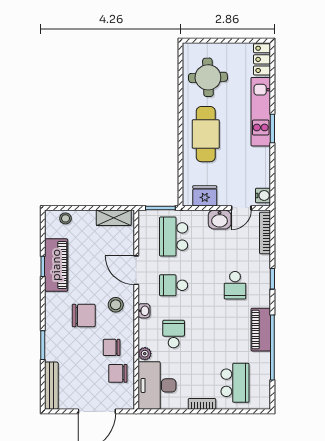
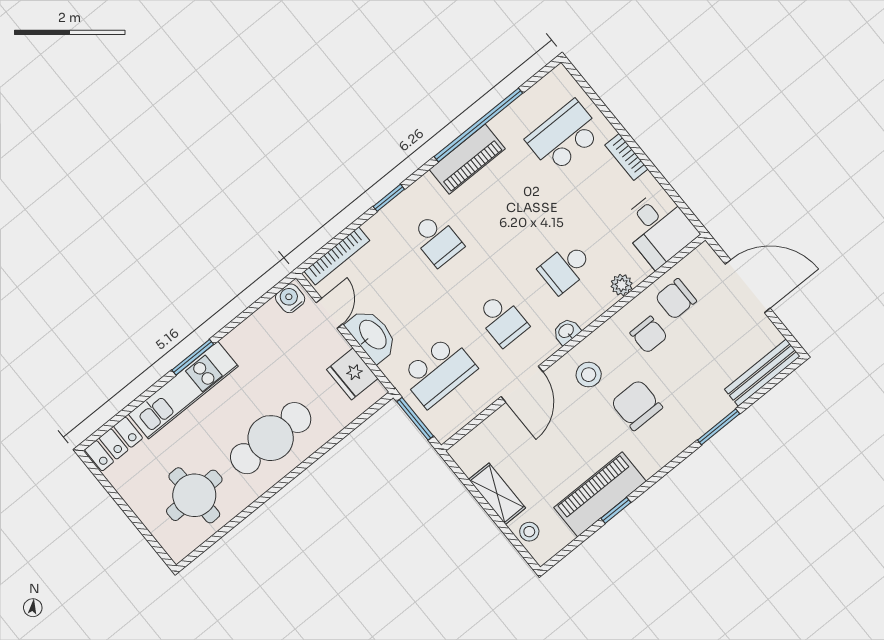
door: (241, 208) -> (329, 313), hinge flipped
shelving: (114, 218) -> (497, 494), moved
washbasin: (220, 220) -> (372, 335), width x1.38
school desk: (235, 285) -> (437, 240), turned 90
chair: (118, 373) -> (676, 299), turned 90
desk: (157, 385) -> (659, 228), width x0.73

